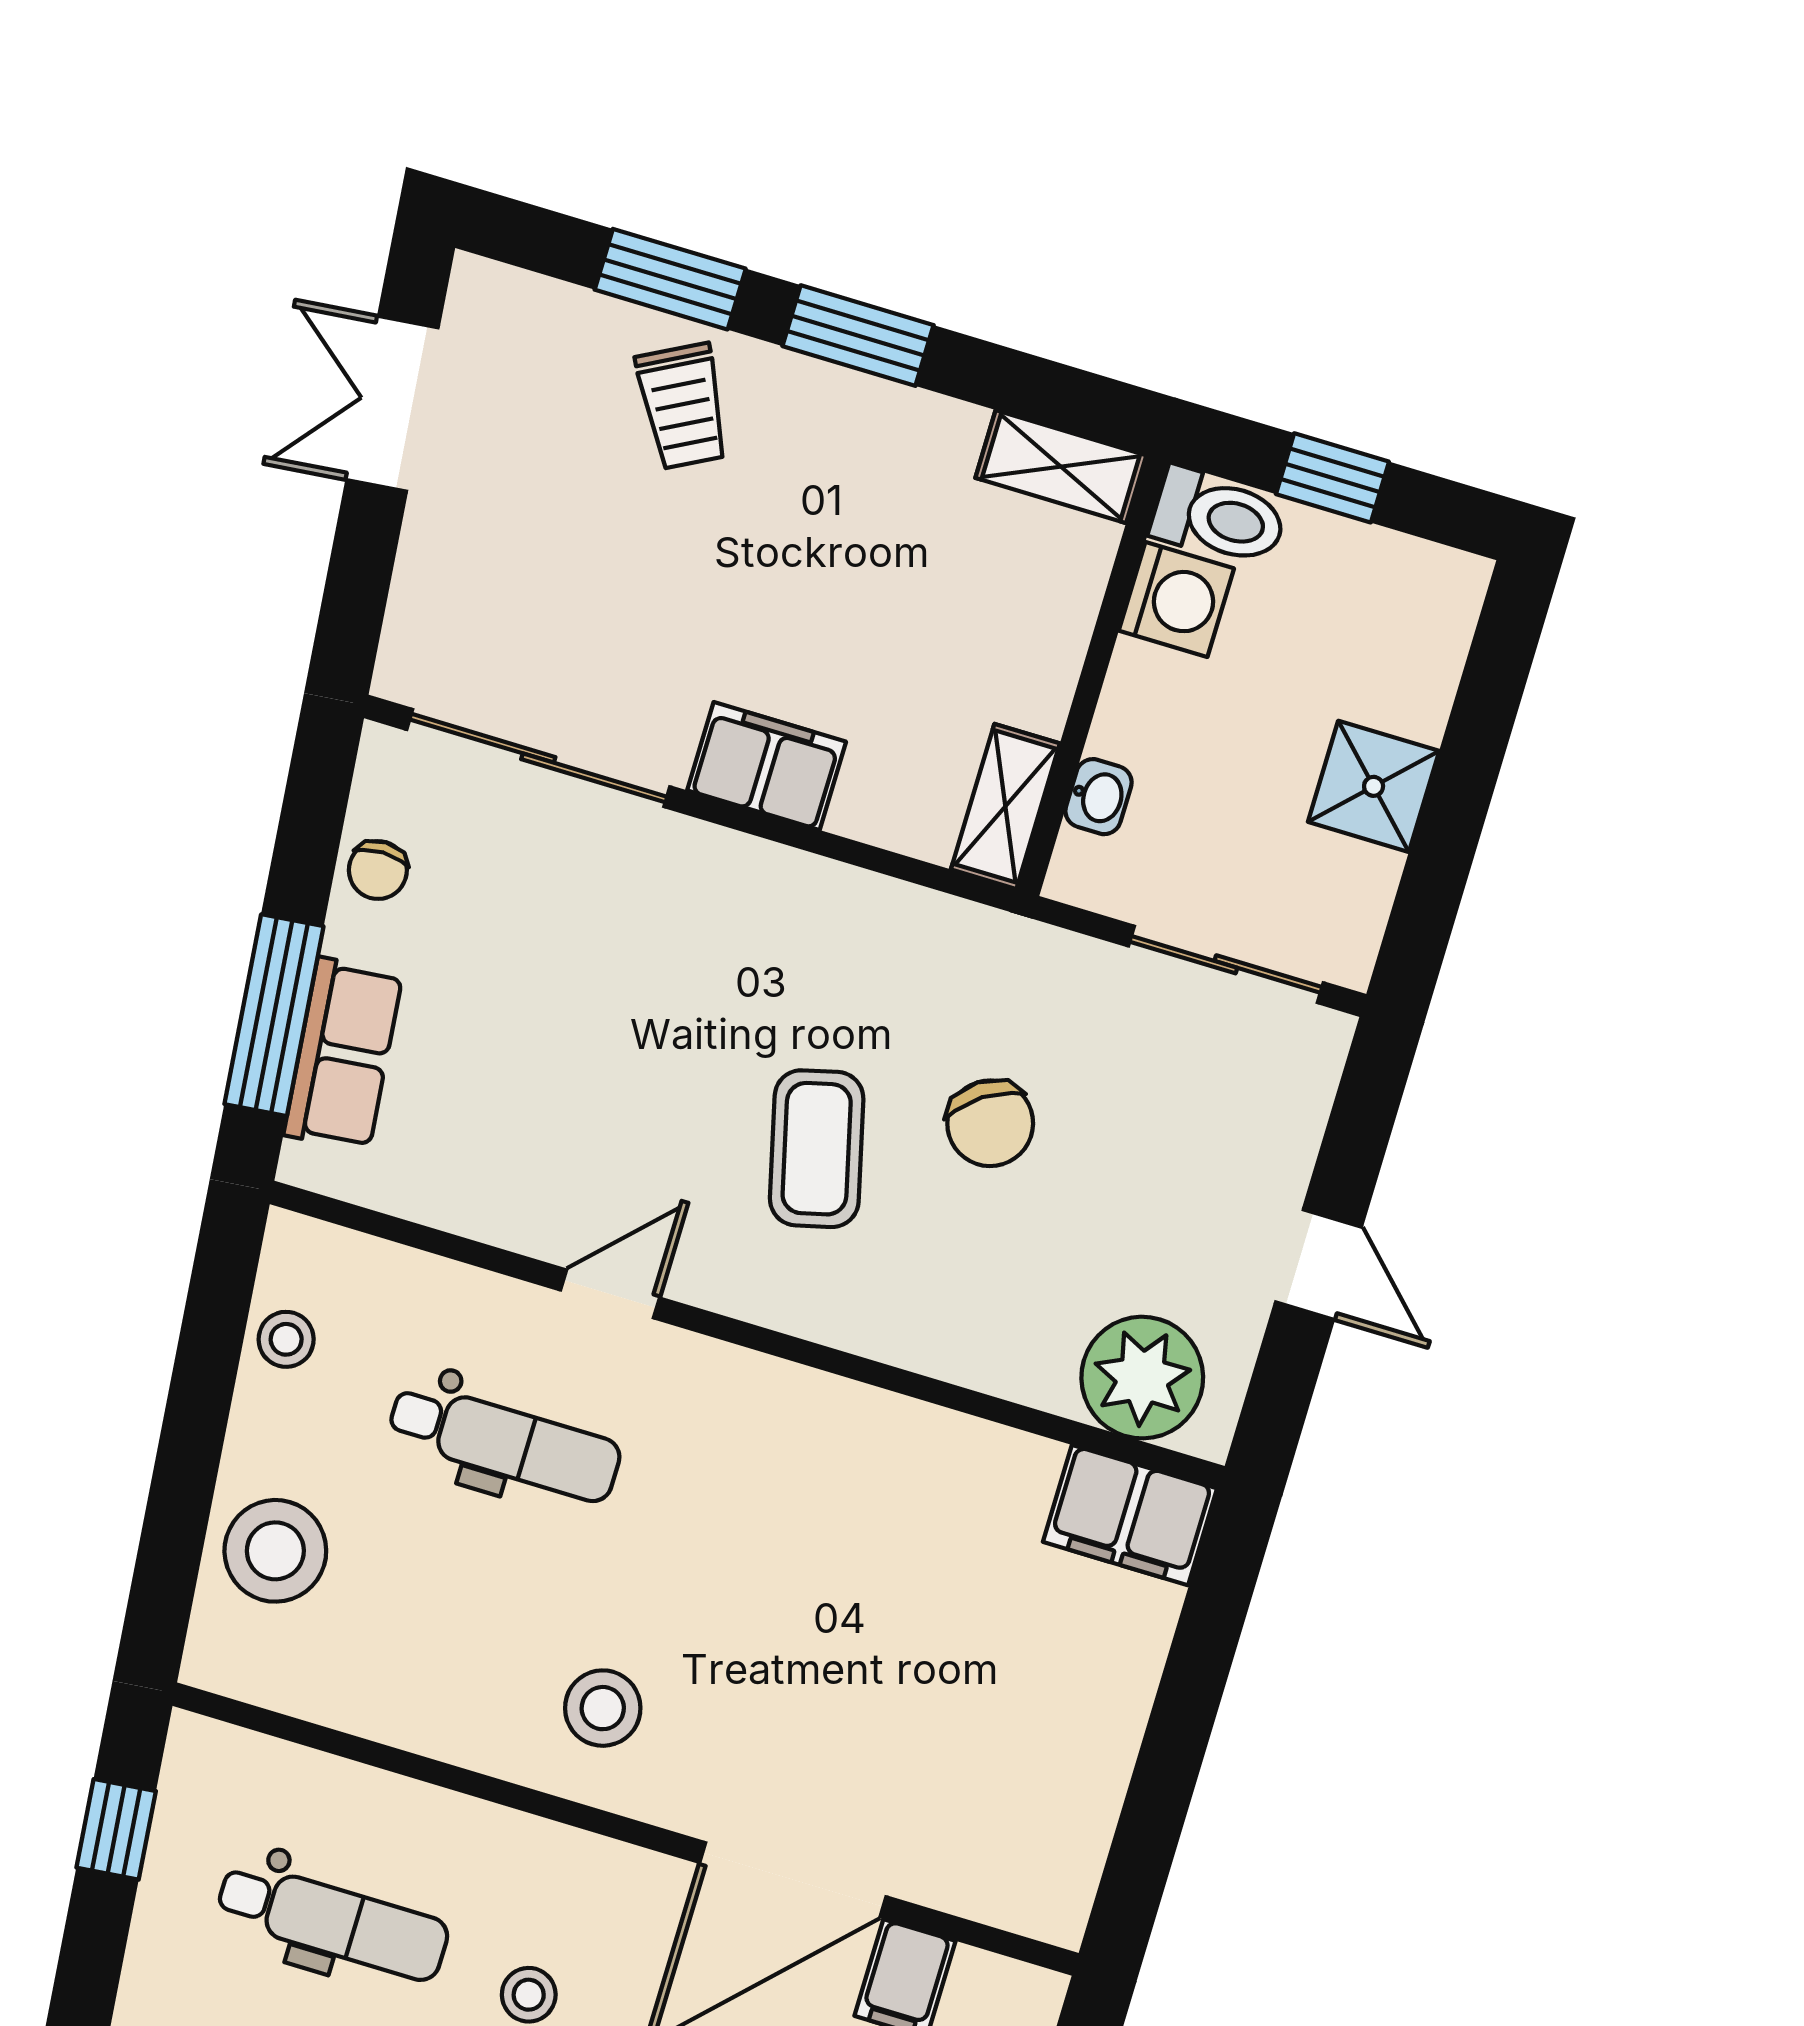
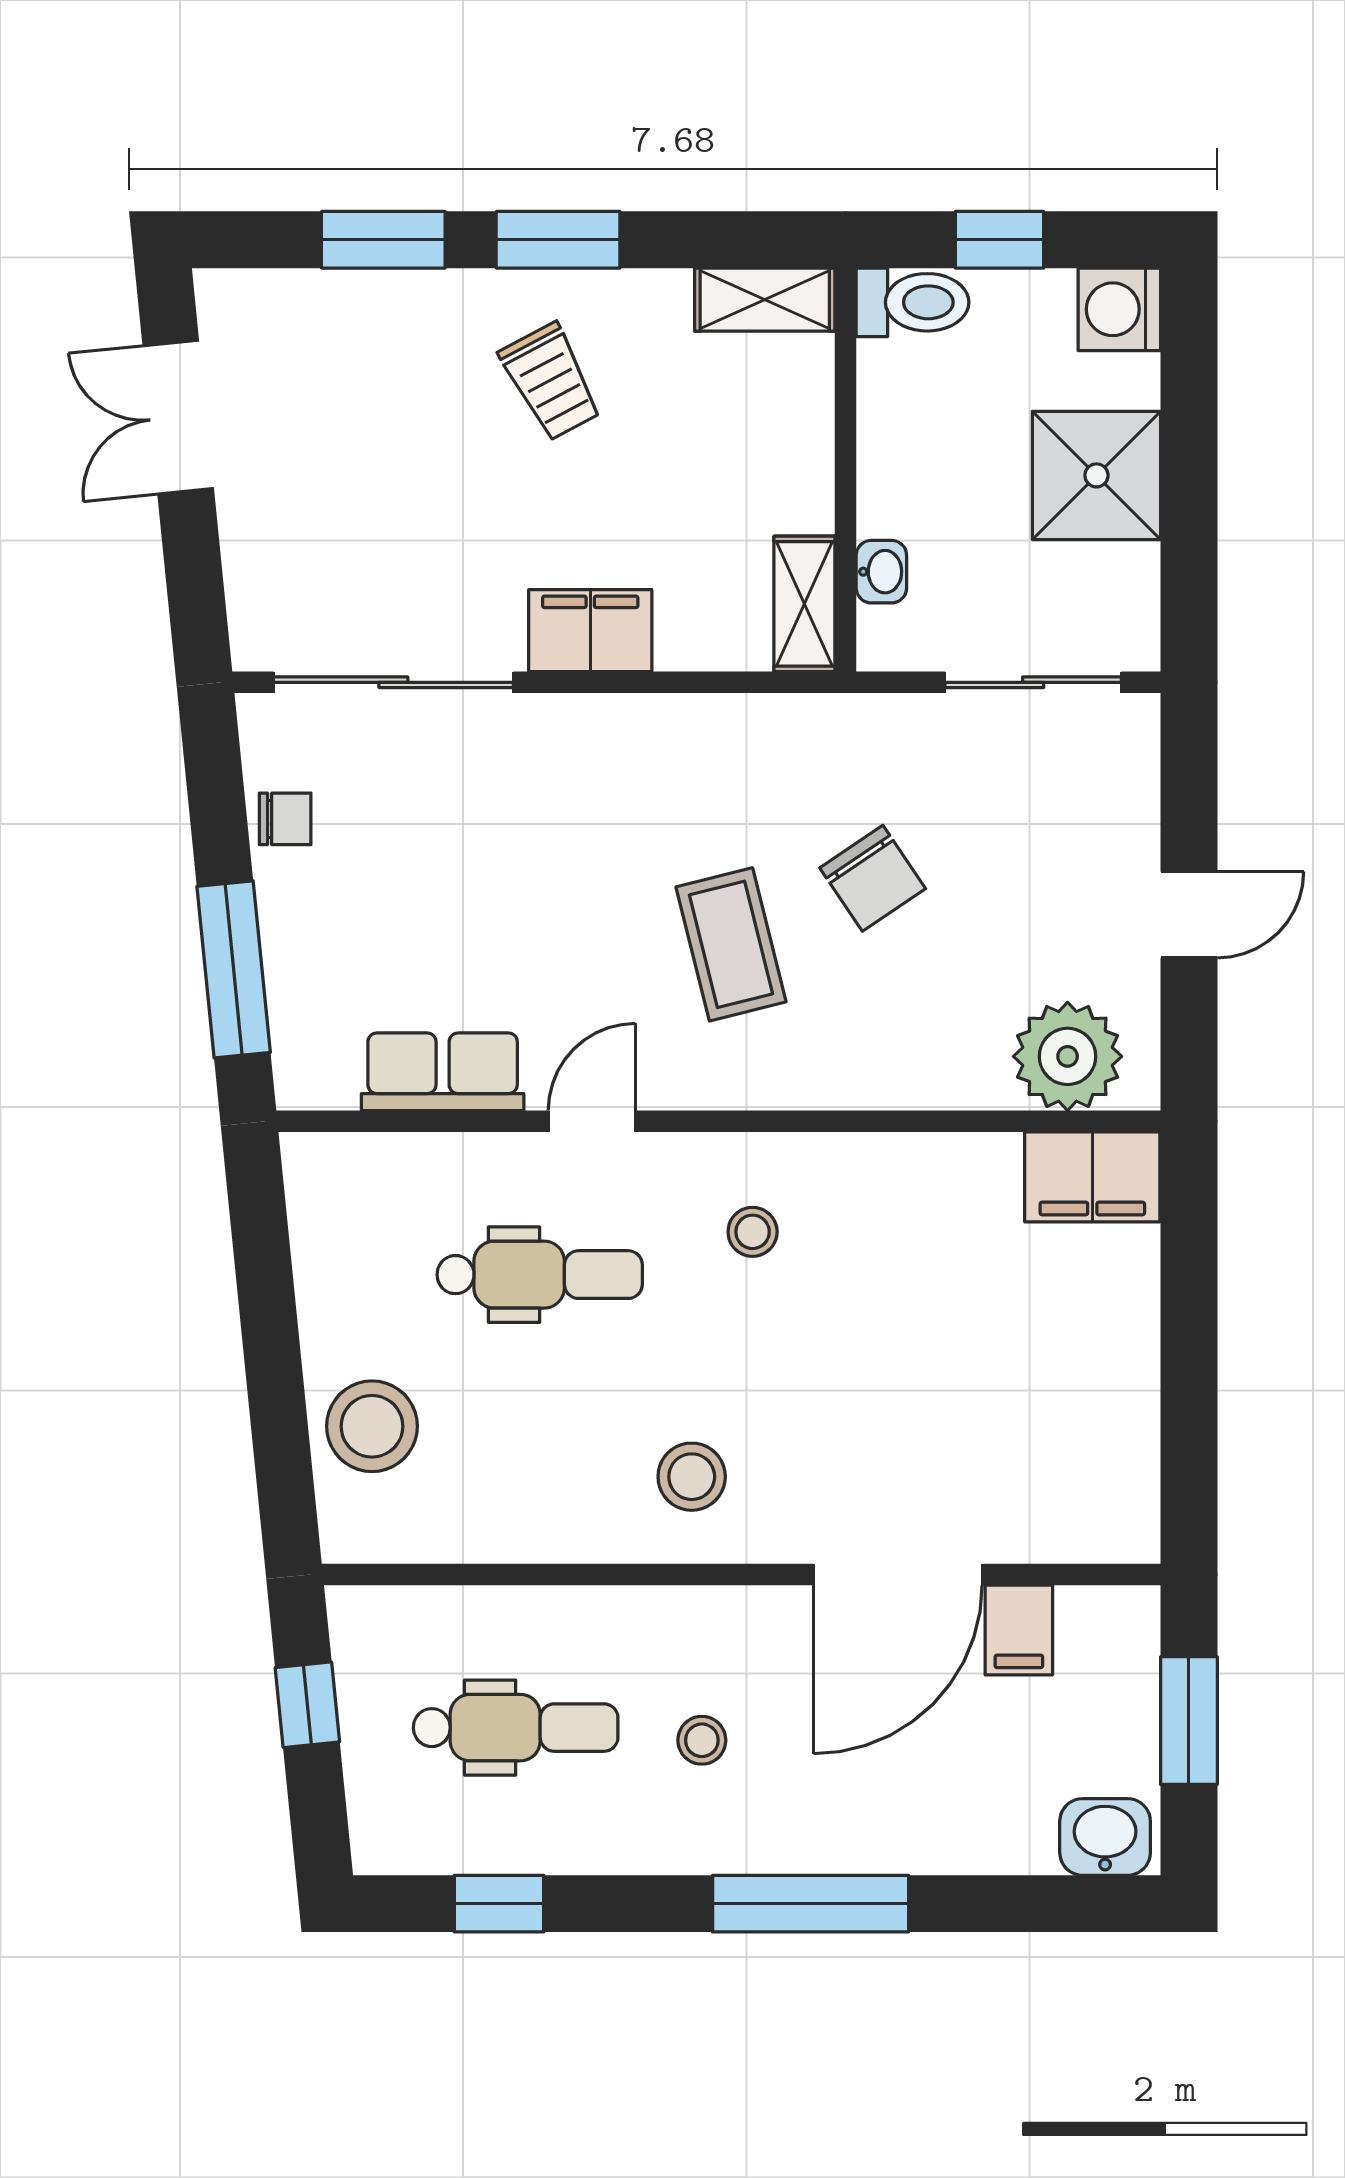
trolley: (683, 406) -> (551, 382), moved
washing machine: (1176, 599) -> (1119, 309), moved, turned 180
shower: (1374, 786) -> (1096, 475), width x1.36, depth x1.36
chair: (378, 870) -> (285, 819), turned -90
row of seats: (343, 1054) -> (443, 1072), moved, turned -84
door: (1318, 1265) -> (1189, 915), hinge flipped
stool: (286, 1339) -> (753, 1232), moved

